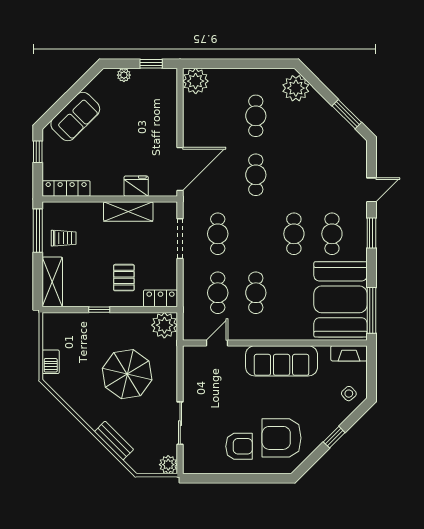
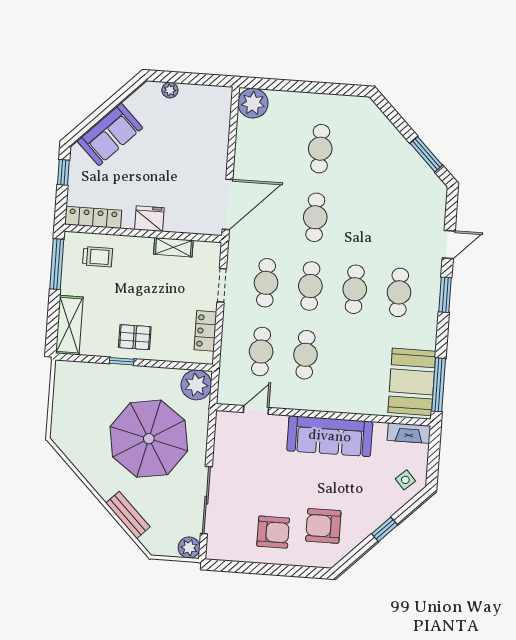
window: (151, 64) -> (203, 79), removed
plant: (296, 88) -> (369, 120), removed
fridge: (136, 186) -> (149, 219), moved
shelving: (128, 211) -> (173, 247), width x0.67, depth x0.75
cafe table: (256, 234) -> (310, 286), added
trolley: (64, 238) -> (98, 257), moved
doorway: (180, 239) -> (222, 285), width x0.73
pallet: (124, 278) -> (135, 337), moved, turned 90
locker: (161, 298) -> (205, 331), moved, turned -90
booth: (341, 299) -> (412, 382), width x0.73, depth x0.70
barbecue: (51, 362) -> (61, 418), removed
parasol: (127, 374) -> (149, 439), width x1.36, depth x1.36
sliding door: (180, 423) -> (206, 500), width x1.37
armchair: (282, 438) -> (323, 526), width x0.73, depth x0.73

